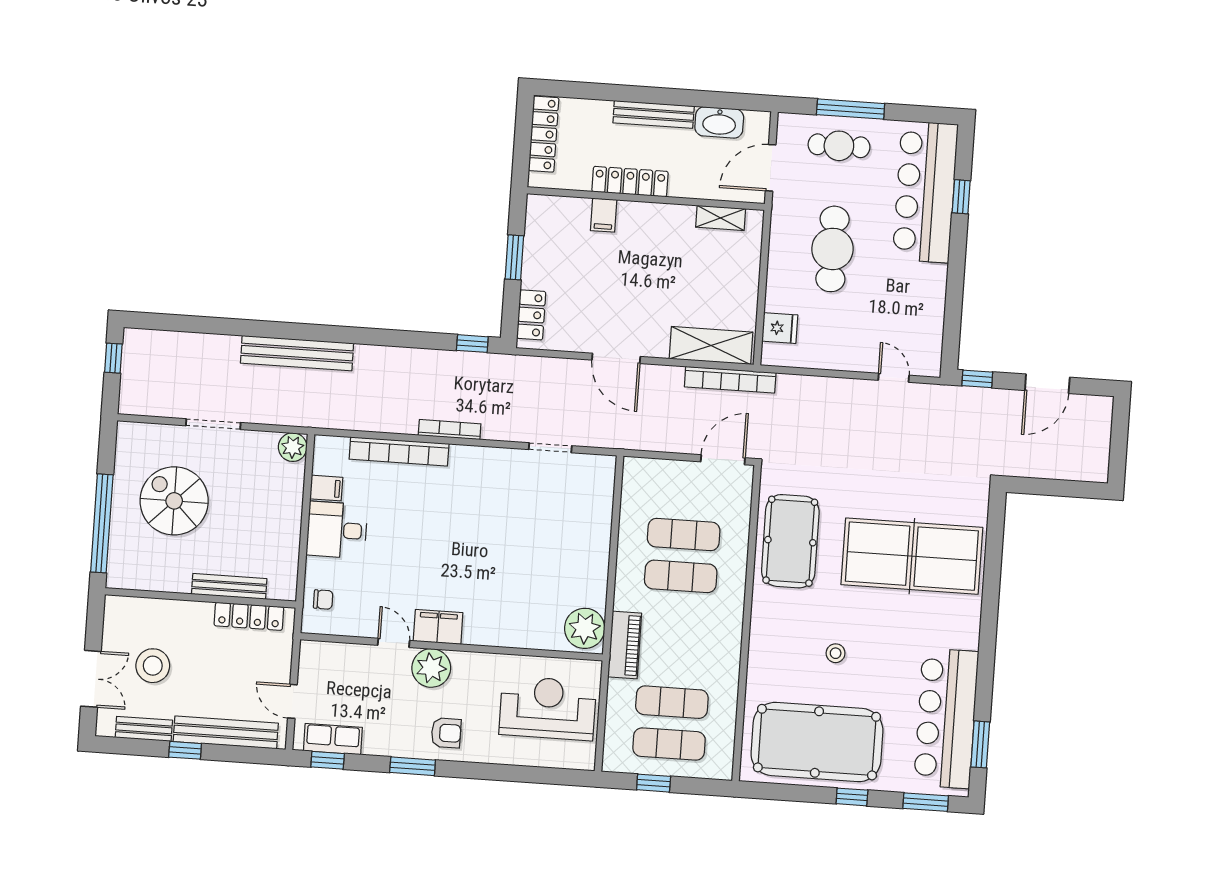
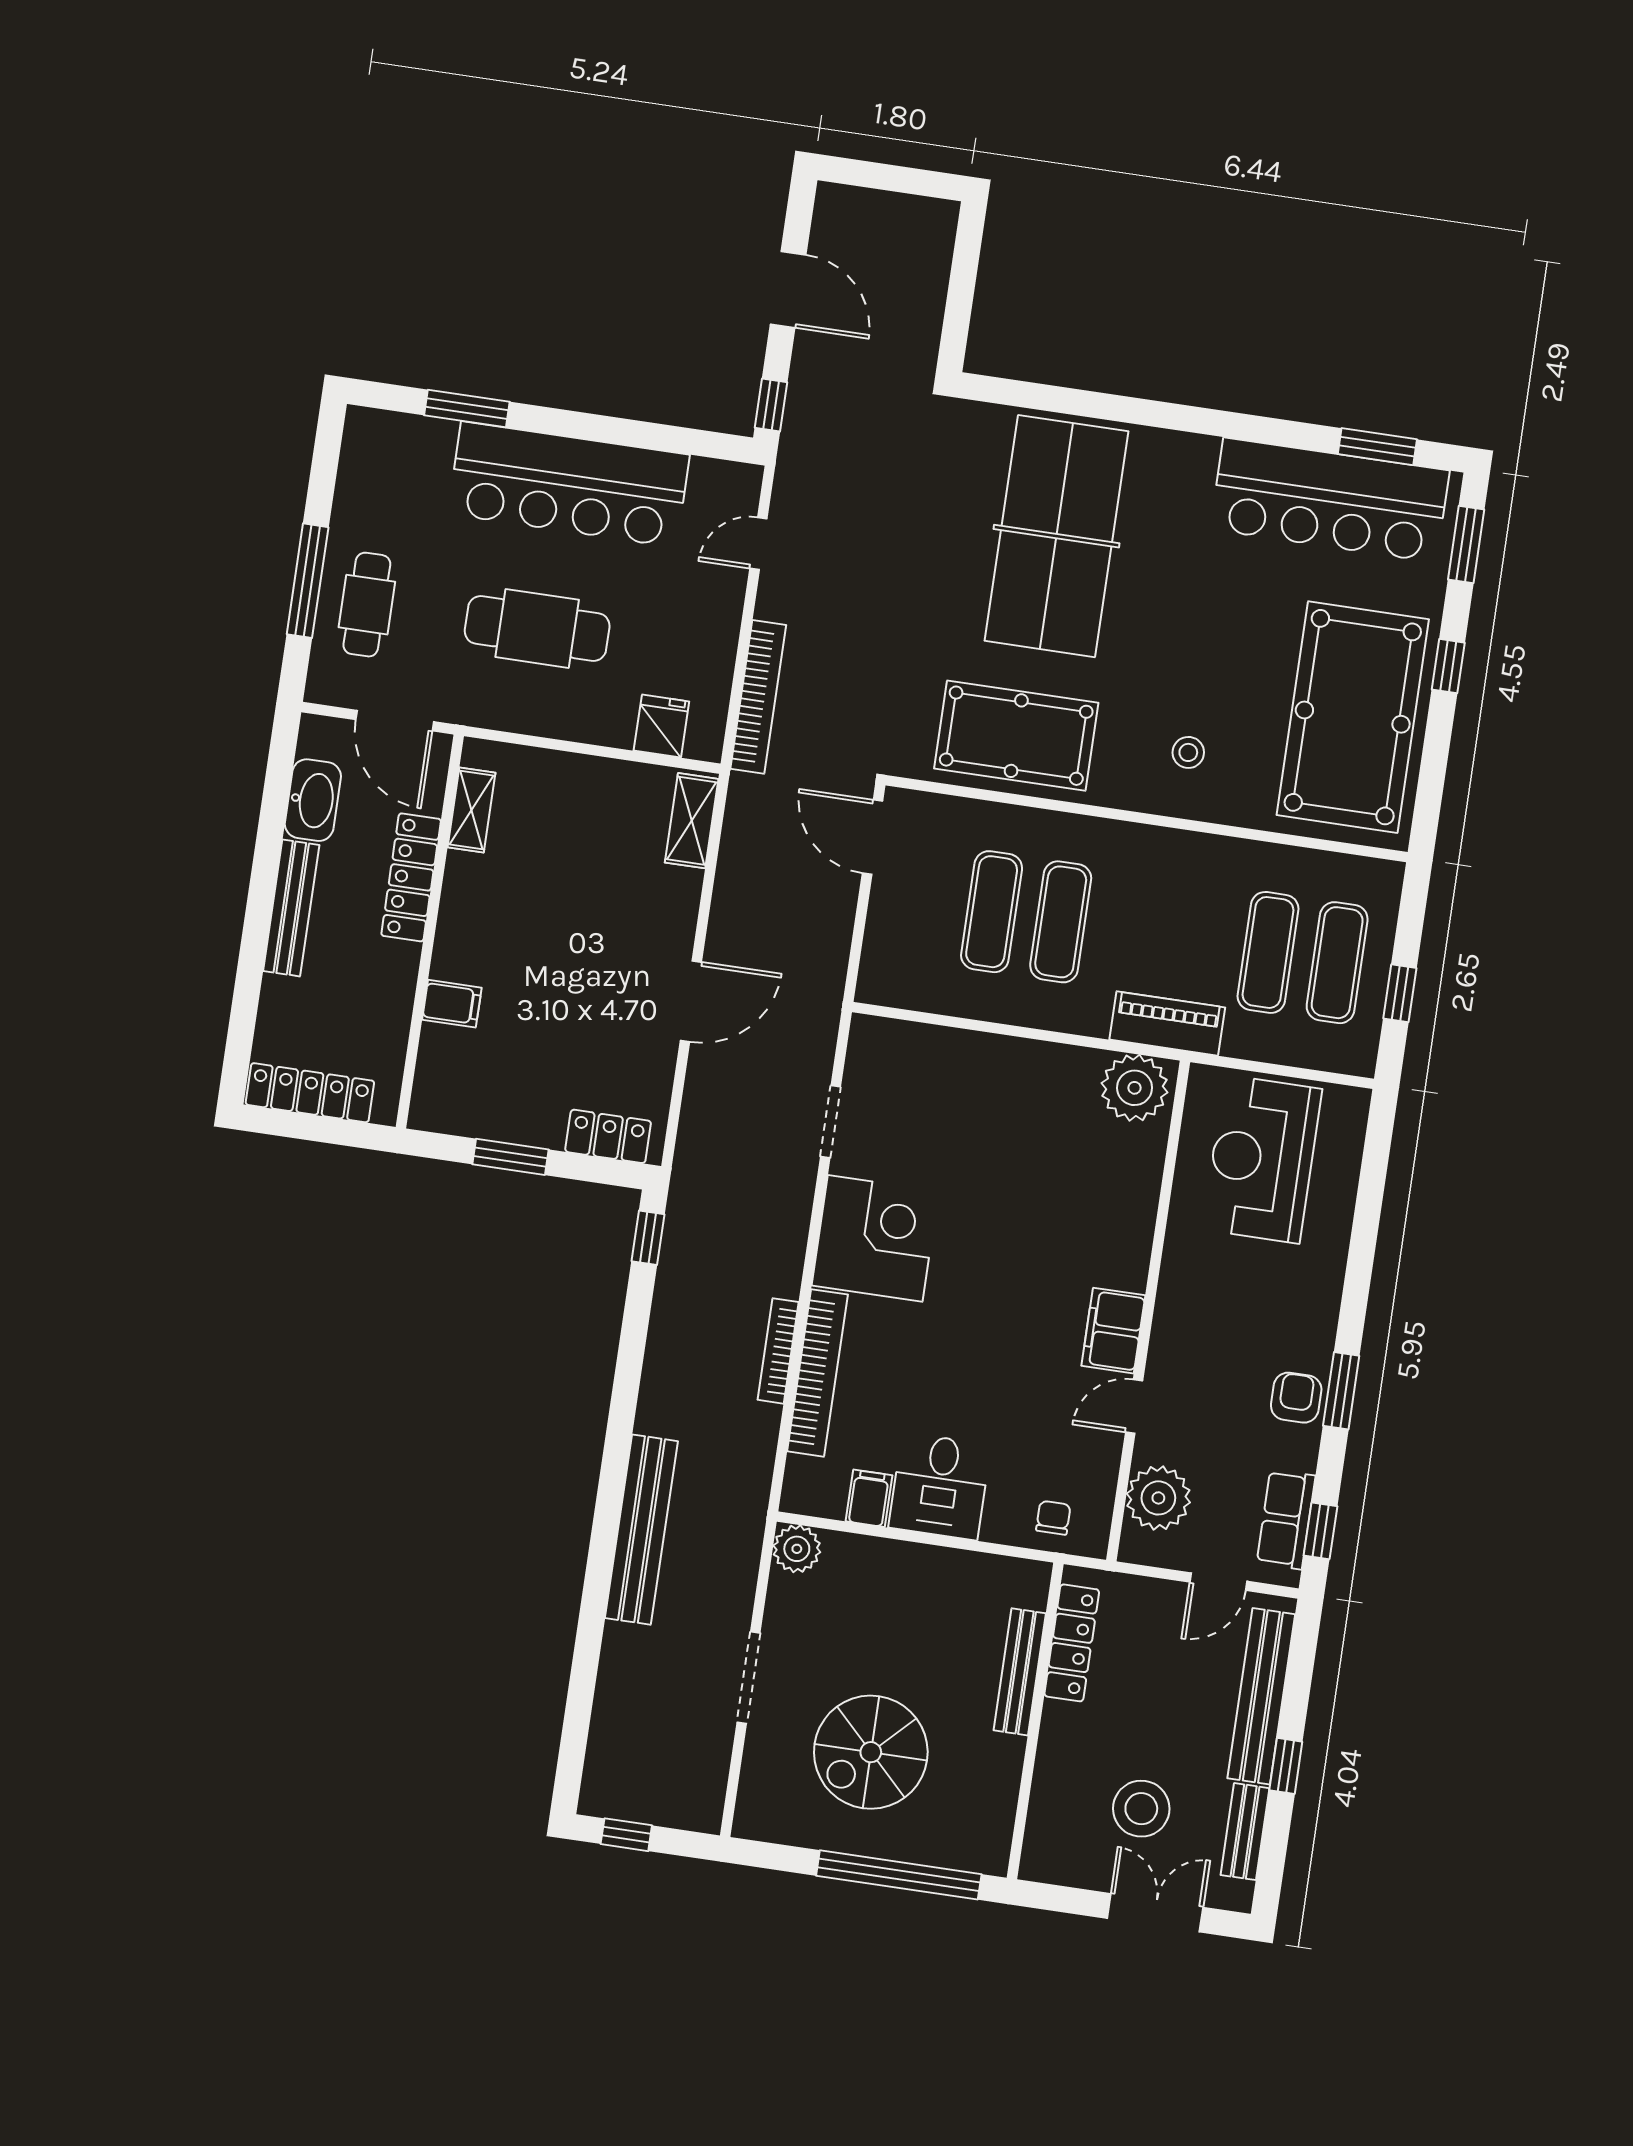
locker: (630, 182) -> (411, 877), moved
bar counter: (925, 192) -> (569, 484), moved
window: (961, 197) -> (467, 408), width x1.50
shelving: (711, 345) -> (692, 821), width x0.67, depth x0.75
bookcase: (730, 380) -> (758, 697), moved
bookcase: (450, 430) -> (778, 1351), moved
corner desk: (482, 480) -> (875, 1238), added
stool: (836, 653) -> (1188, 752), moved
plant: (431, 668) -> (1158, 1498), moved
armchair: (446, 733) -> (1296, 1398), moved

